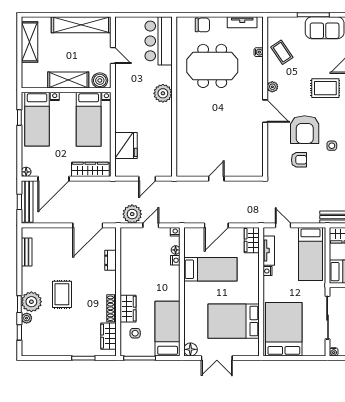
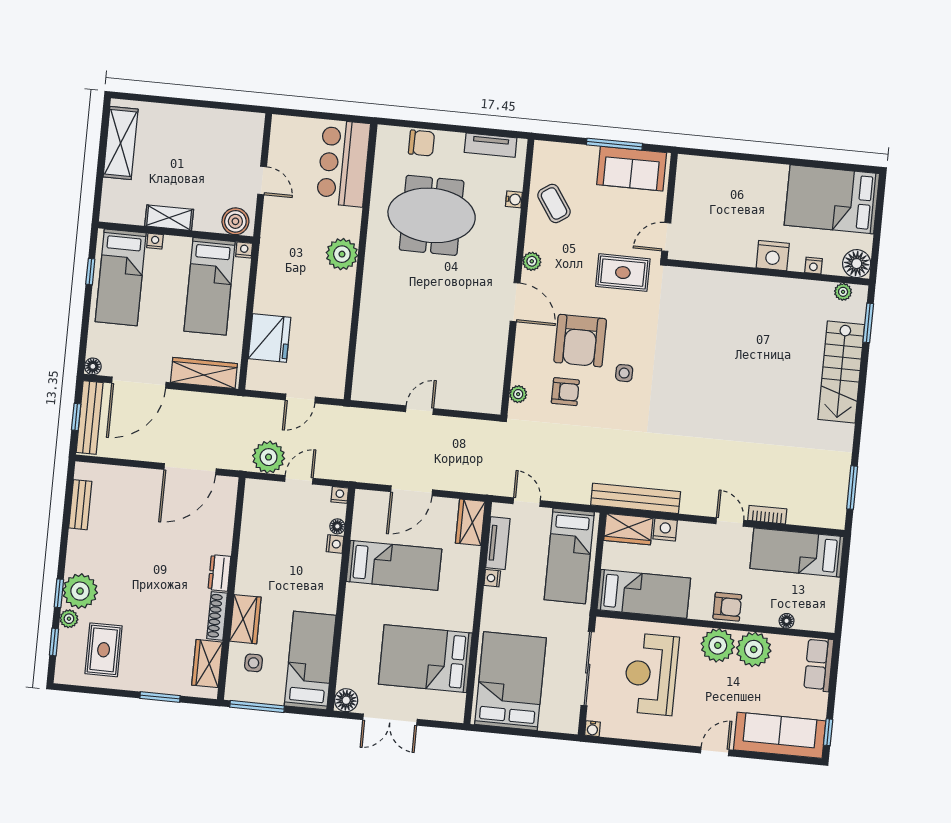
shelving: (81, 25) -> (213, 122), removed
shelving: (68, 80) -> (169, 218), width x0.67, depth x0.75
plant: (272, 164) -> (518, 394), added
dresser: (110, 260) -> (219, 573), moved
rug: (62, 294) -> (104, 650), moved

